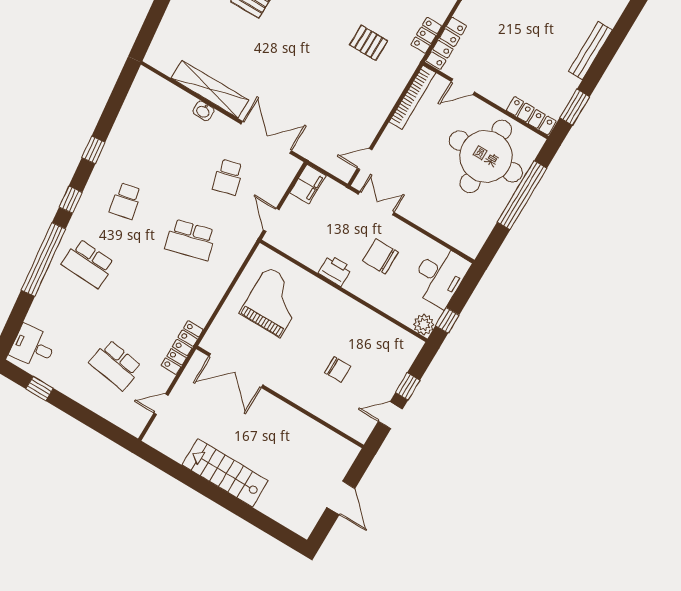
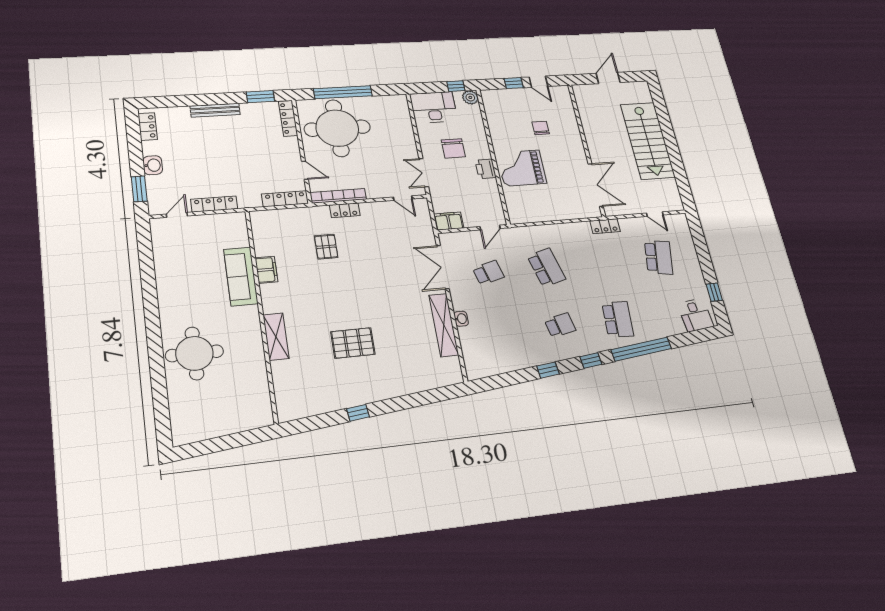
locker: (426, 35) -> (345, 210), moved
grand piano: (274, 302) -> (522, 168), moved
locker: (182, 347) -> (605, 226), width x0.66
stairs: (225, 473) -> (648, 141), width x1.36, depth x1.51

